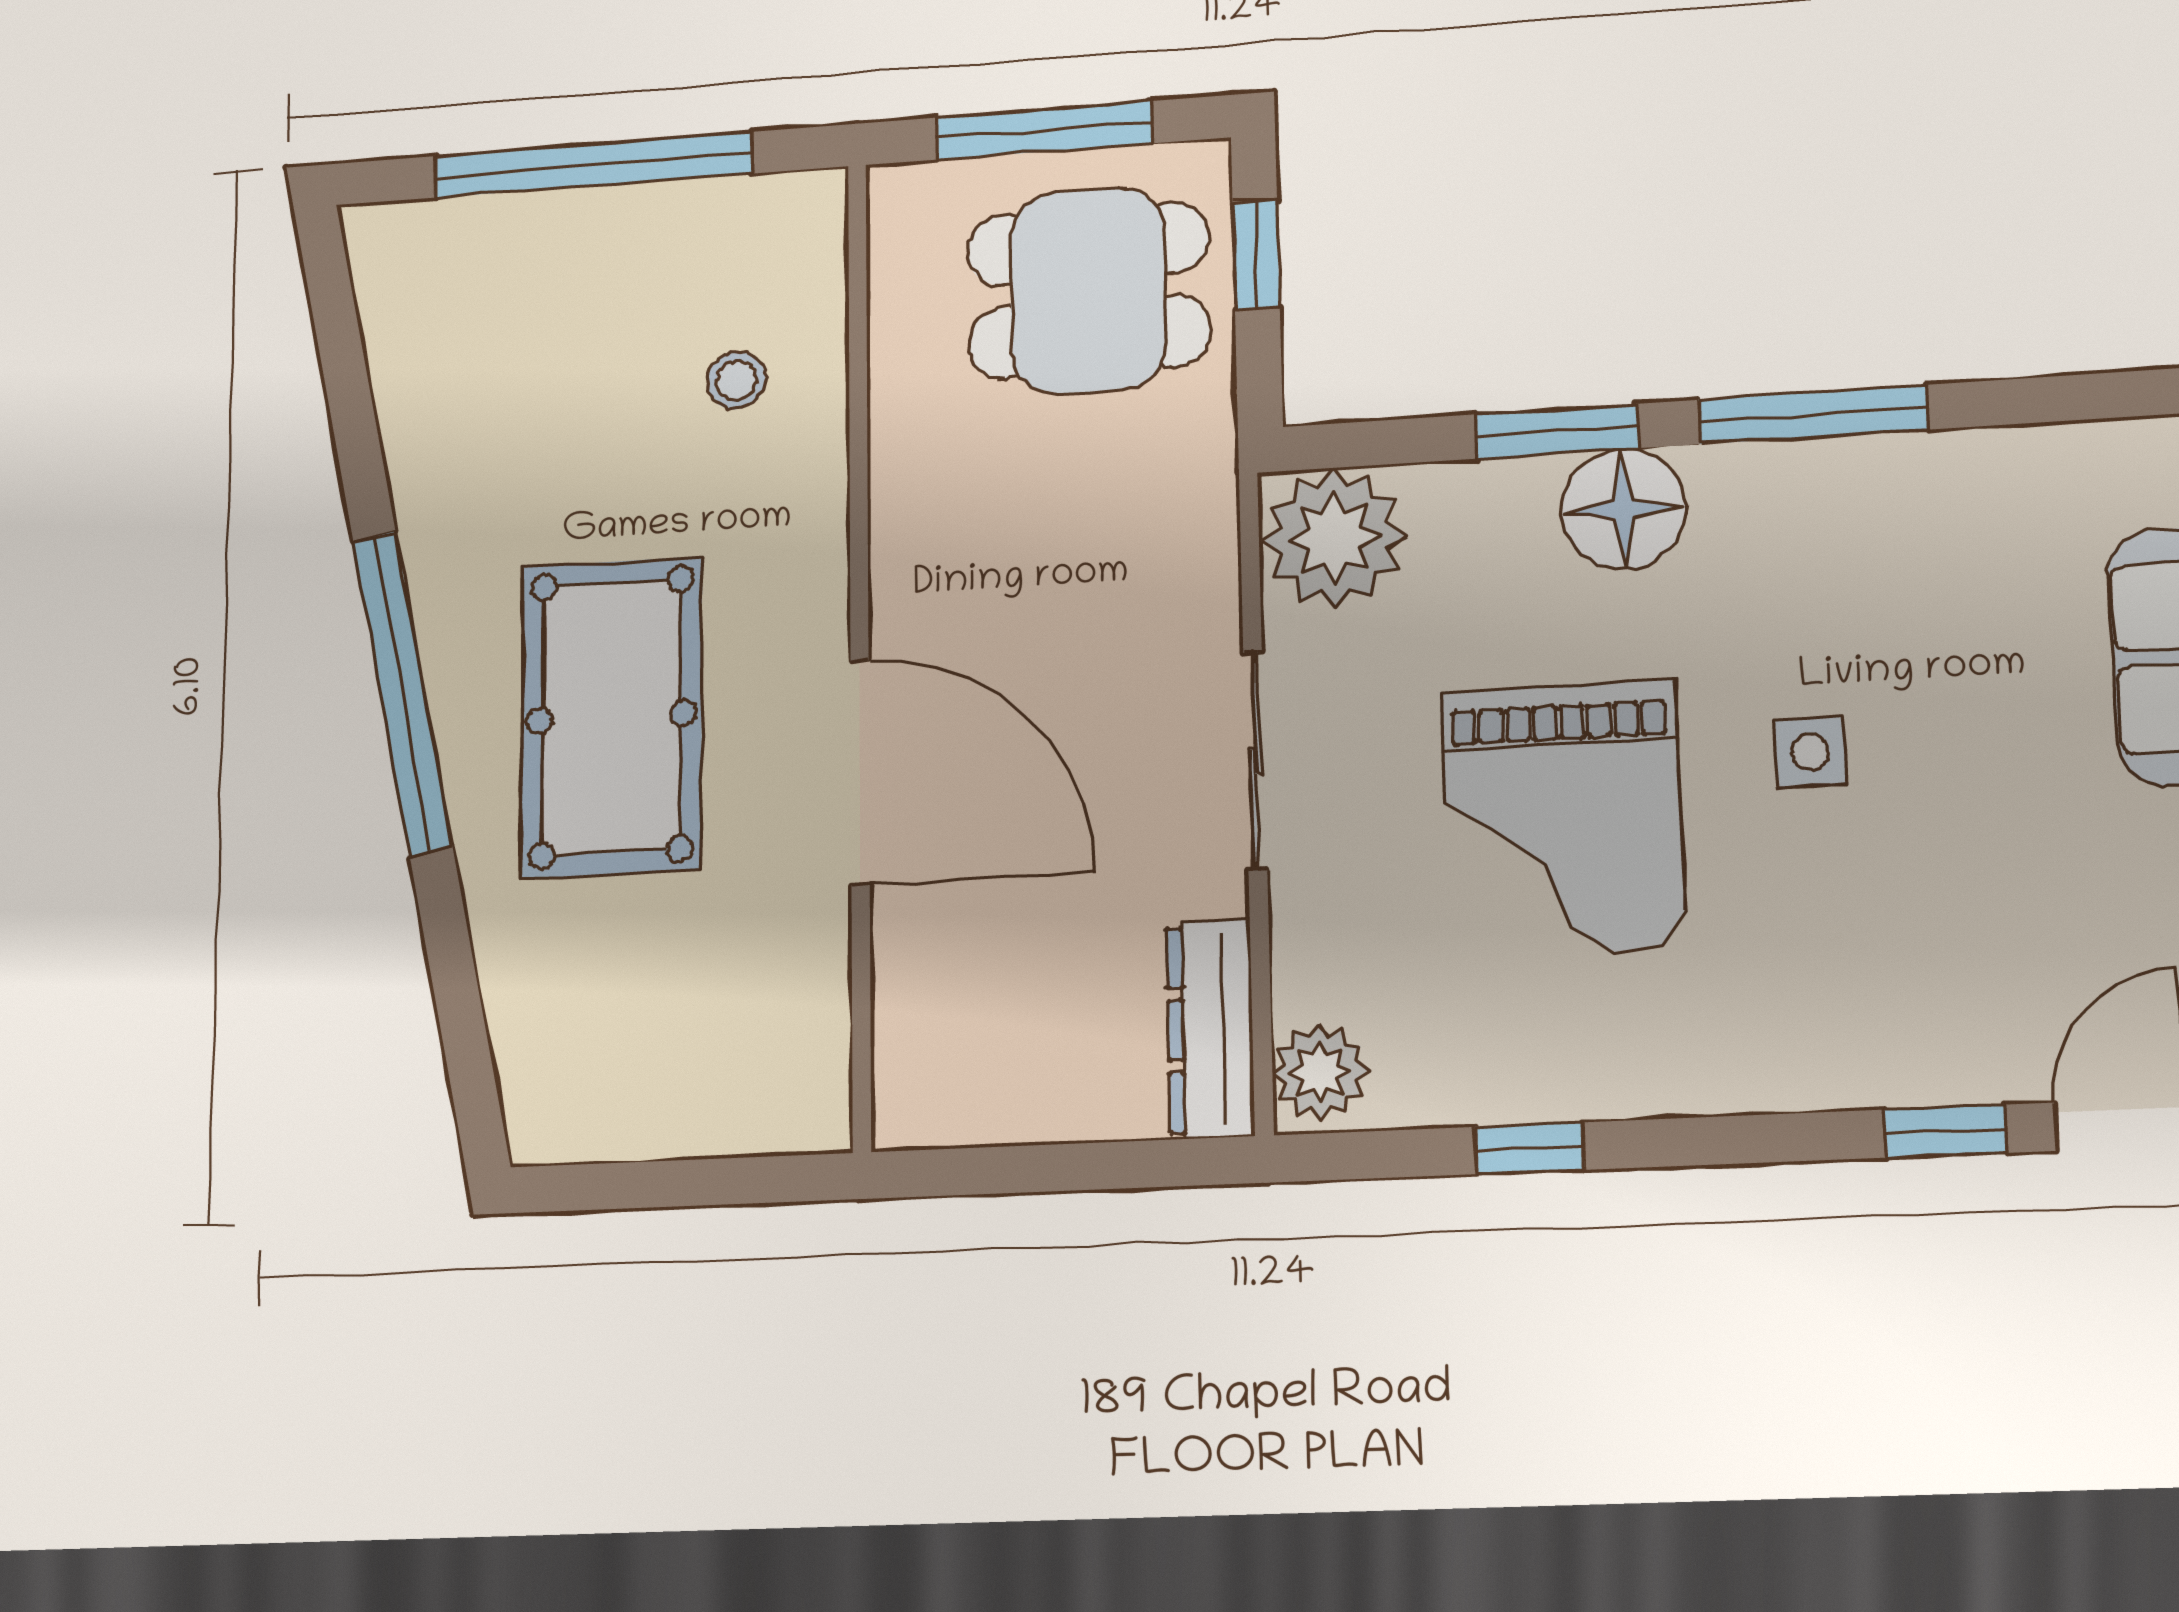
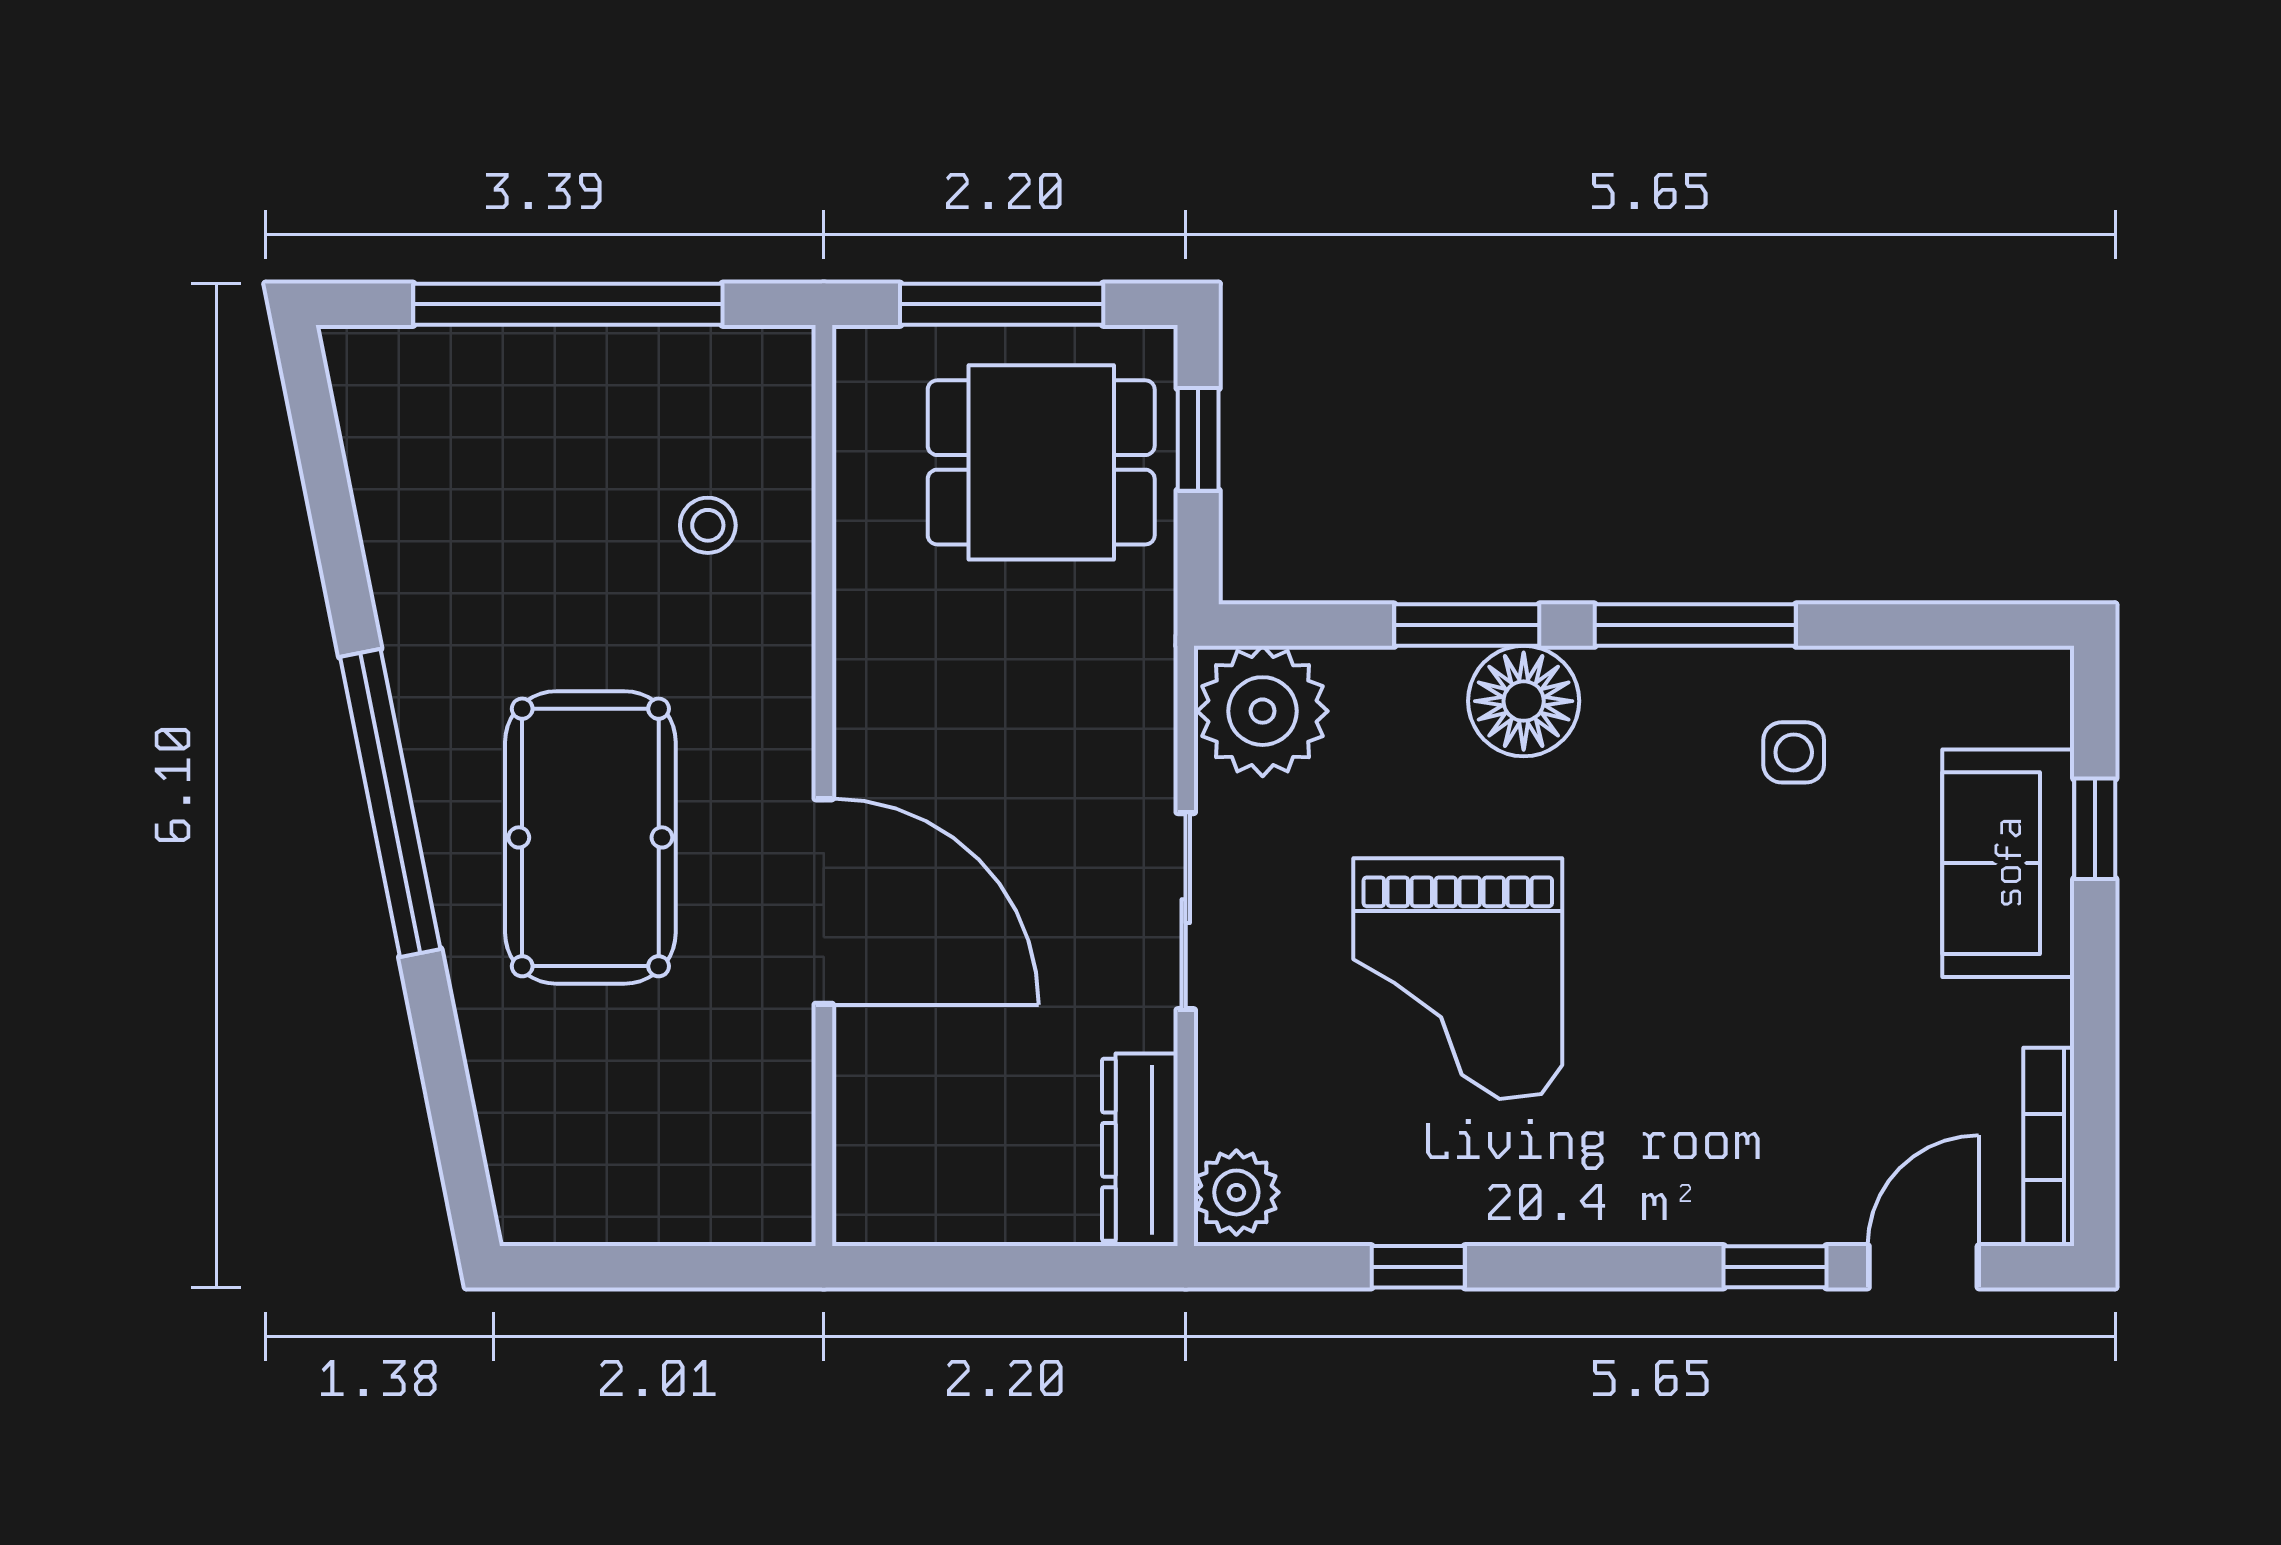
side table: (1810, 752) -> (1794, 752), moved

